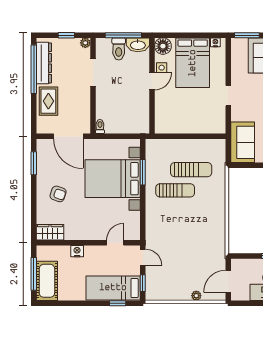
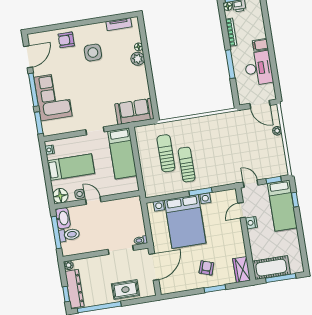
window: (66, 35) -> (66, 294), moved
dresser: (44, 63) -> (75, 289), moved, turned 90
bed: (193, 63) -> (71, 167), width x0.67
doorway: (93, 72) -> (121, 250), moved
bed: (199, 122) -> (122, 153), added
window: (34, 163) -> (215, 289), moved
window: (143, 172) -> (201, 192), moved
door: (115, 243) -> (242, 210), hinge flipped
nightstand: (77, 251) -> (251, 223), moved
door: (143, 257) -> (251, 184), hinge flipped
cot: (47, 281) -> (271, 268), moved

